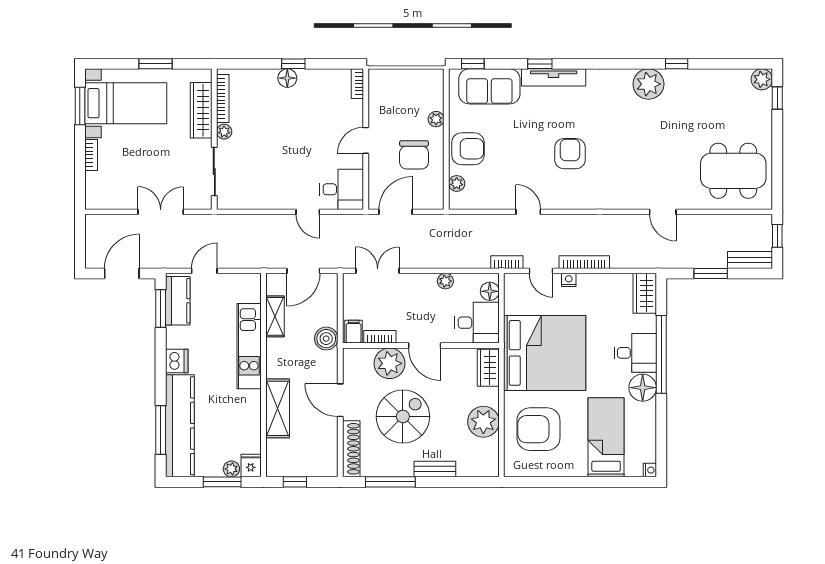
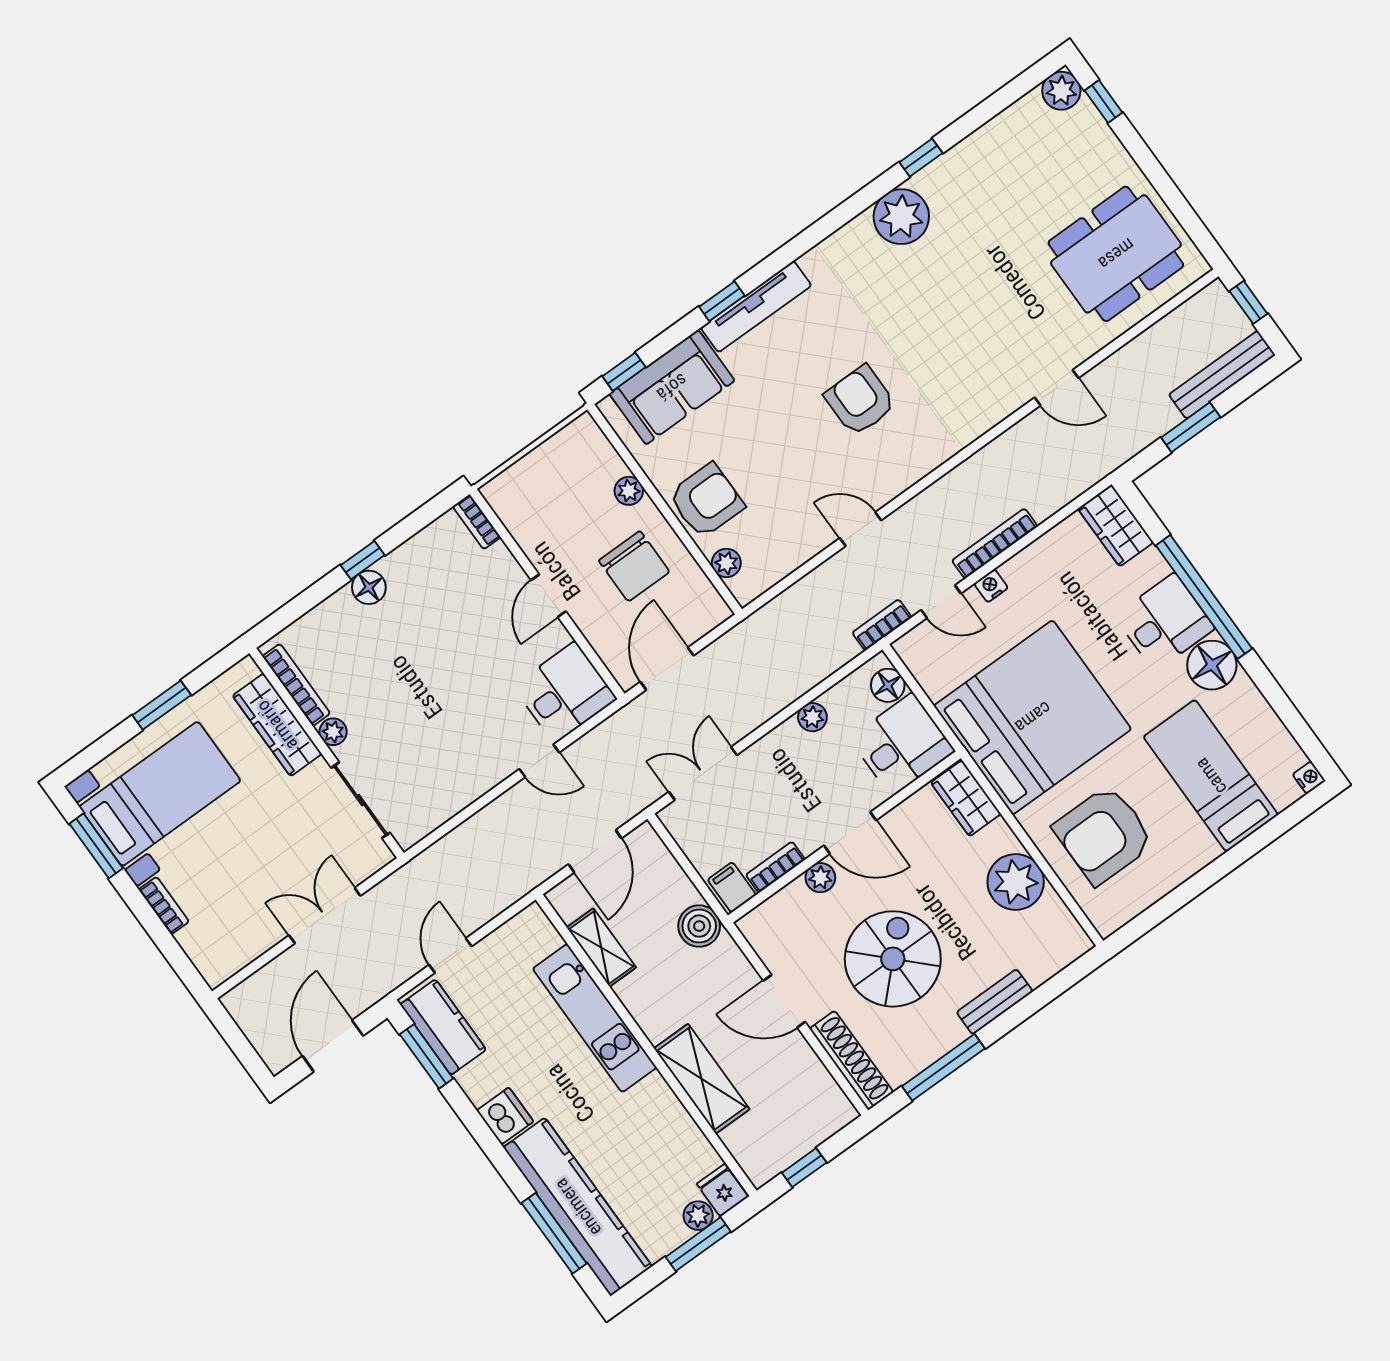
bench: (750, 260) -> (1222, 375), width x1.36
plant: (390, 363) -> (820, 878), width x0.53, depth x0.53

